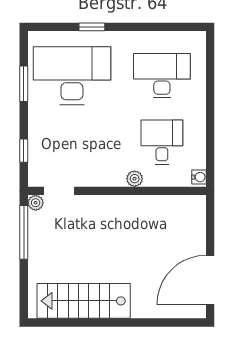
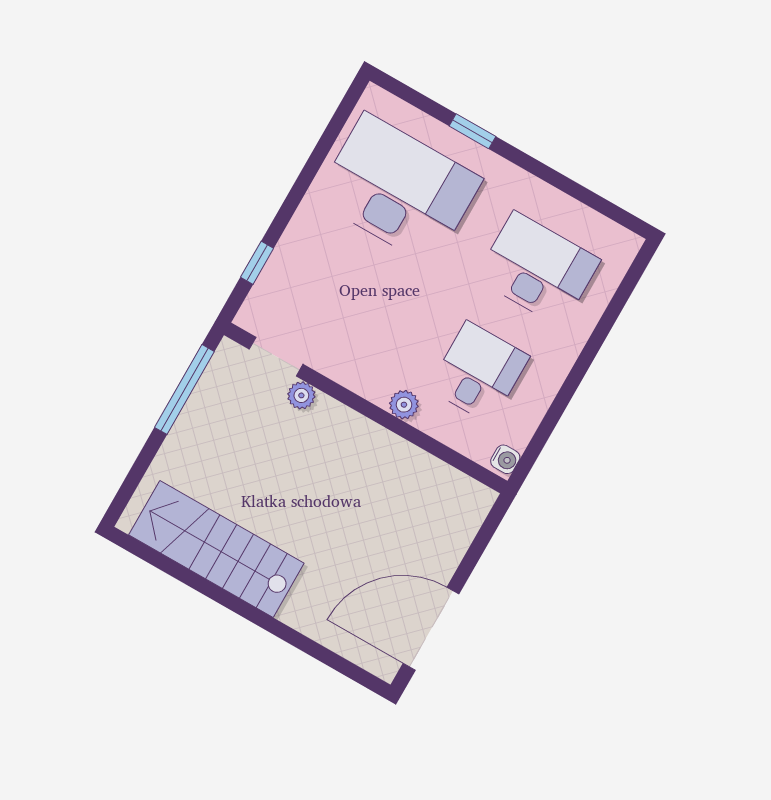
window: (24, 84) -> (316, 159), removed
plant: (36, 203) -> (301, 395), moved

